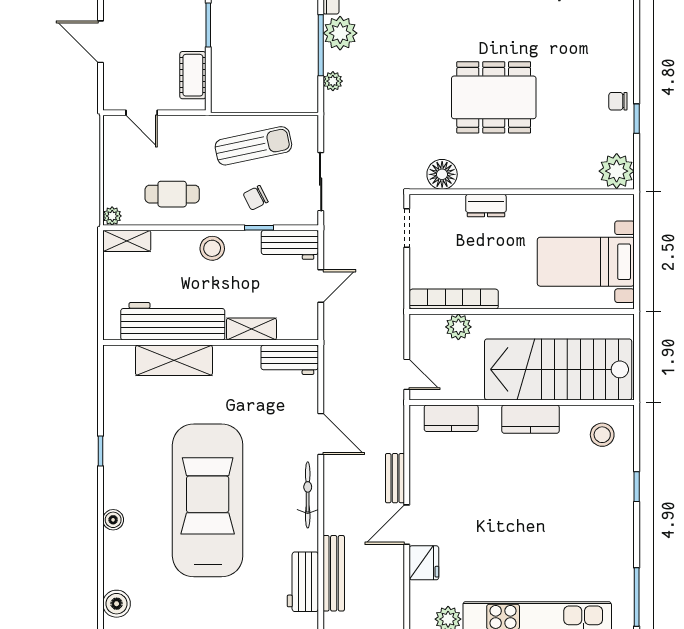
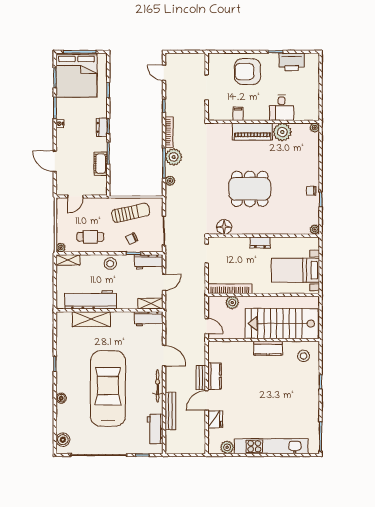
cot: (193, 75) -> (101, 164), moved
door: (142, 113) -> (75, 196), hinge flipped
plant: (617, 171) -> (315, 229), width x0.53, depth x0.53
dresser: (486, 206) -> (260, 242), moved
shelving: (251, 329) -> (150, 304), moved
kitchen counter: (451, 418) -> (215, 376), moved, turned -90
bench: (334, 573) -> (170, 411), moved

